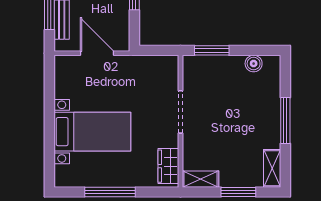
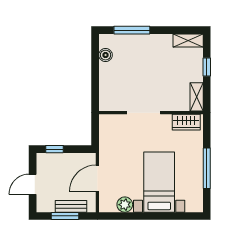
window: (212, 50) -> (95, 88), removed
plant: (64, 88) -> (125, 205), added
window: (285, 121) -> (132, 30), moved
window: (238, 192) -> (207, 67), width x0.67

